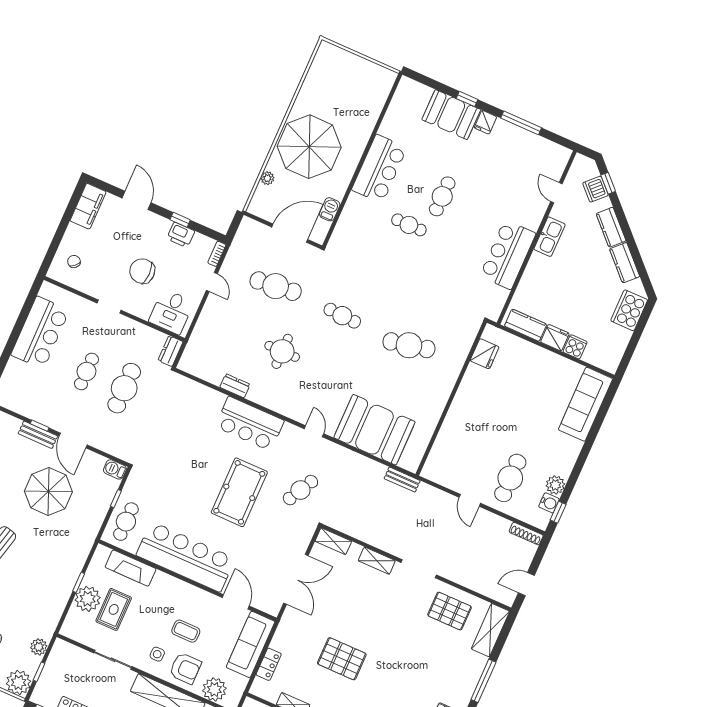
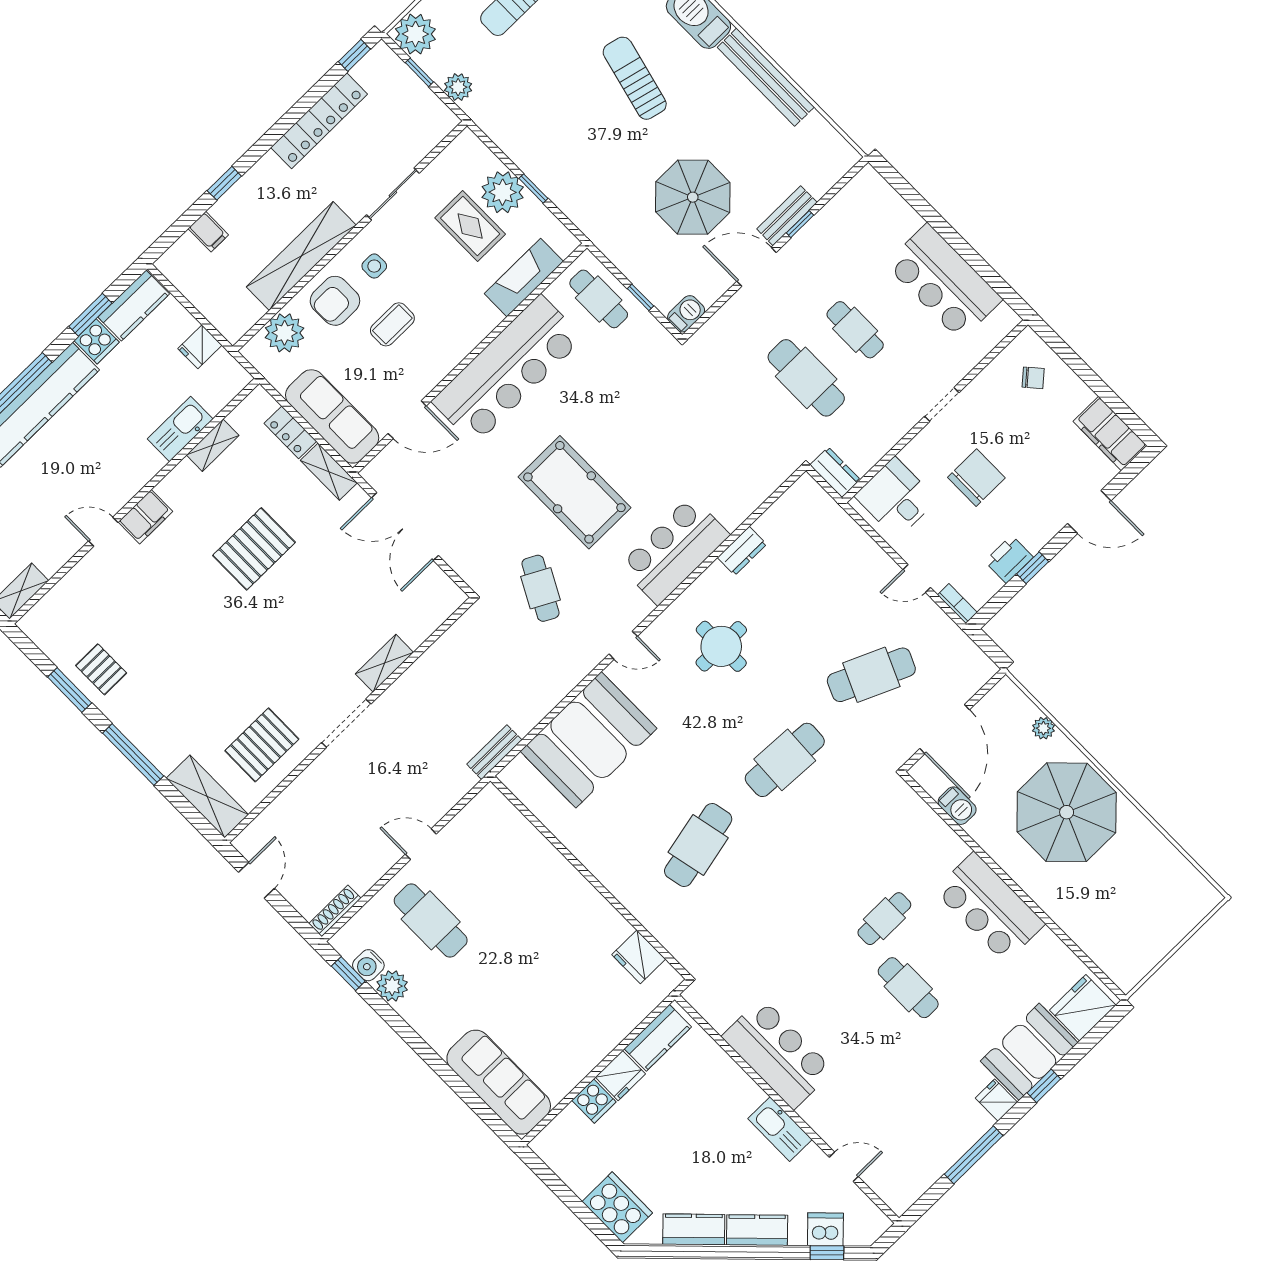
fridge: (415, 94) -> (1083, 1008), added
cafe table: (276, 286) -> (871, 675), turned 30
cafe table: (342, 316) -> (785, 760), width x1.37, depth x1.35
round table: (282, 351) -> (721, 646), moved
shelving: (333, 541) -> (329, 472), moved, turned 90

